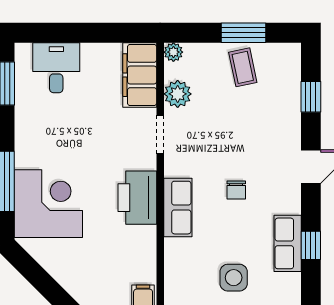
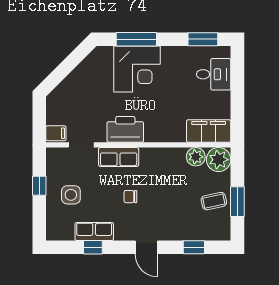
plant: (173, 52) -> (219, 160), width x1.88, depth x1.88
doorway: (160, 134) -> (81, 145), moved
corner desk: (48, 204) -> (137, 69), moved

